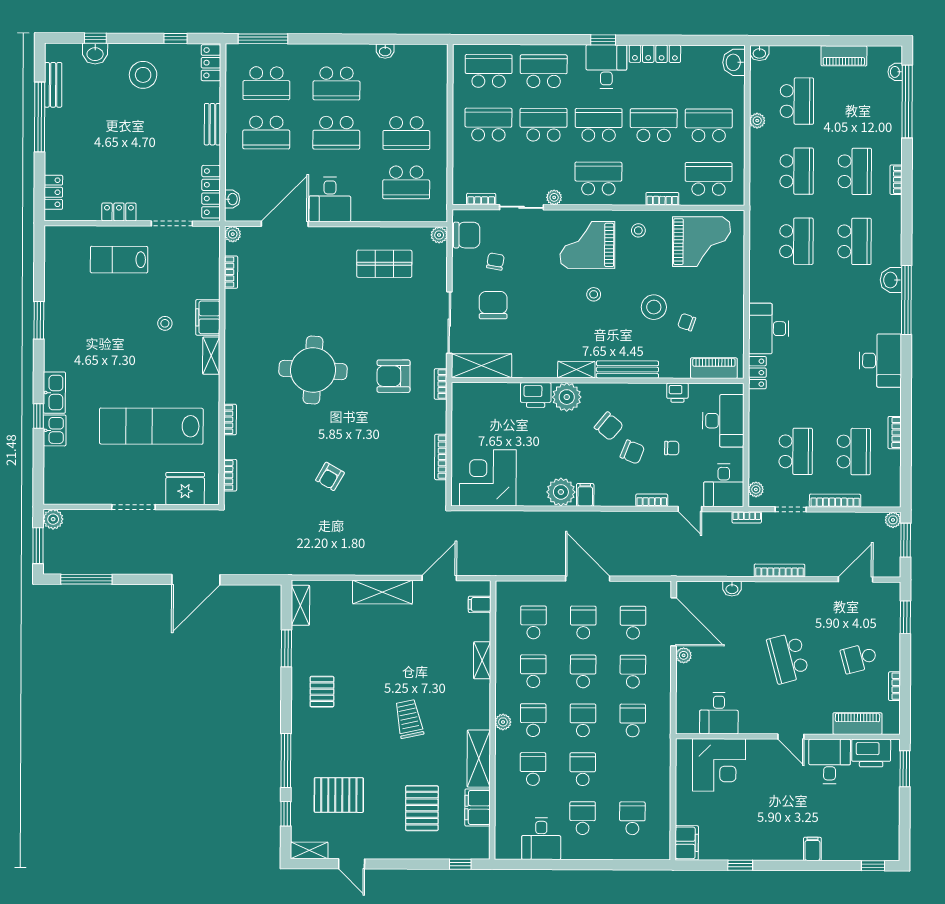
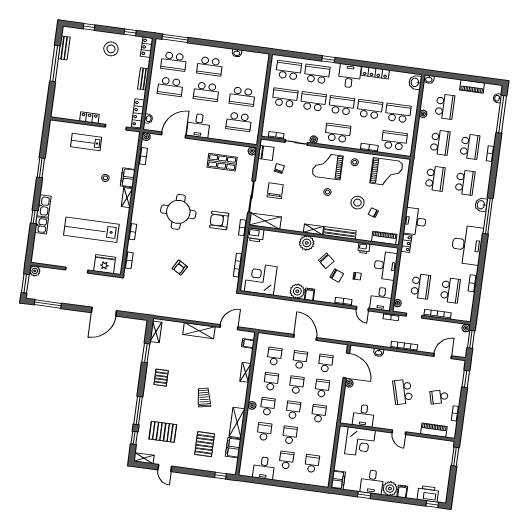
window: (603, 40) -> (328, 59), moved
washbasin: (95, 54) -> (88, 35), removed
locker: (53, 192) -> (57, 103), removed
desk: (880, 361) -> (467, 245), width x1.36, depth x1.30
printer: (536, 395) -> (255, 235), moved
printer: (871, 753) -> (428, 494), moved, turned 180
desk: (830, 761) -> (372, 482), moved, turned 180
plant: (788, 846) -> (390, 489), added

